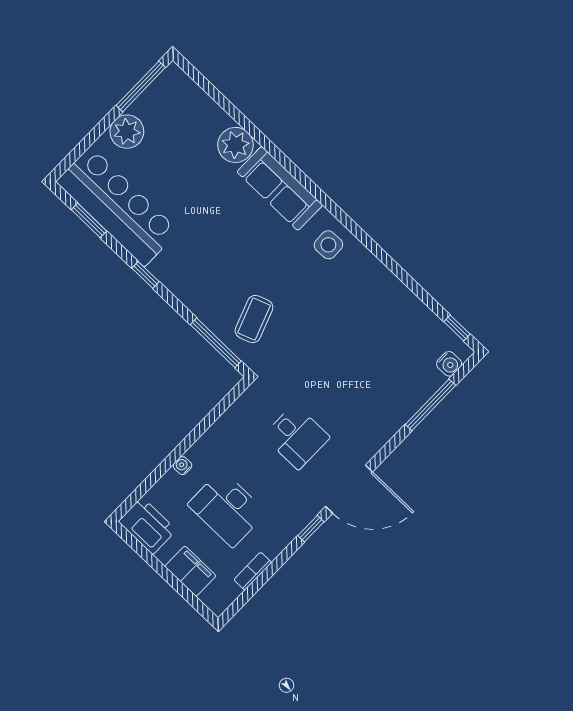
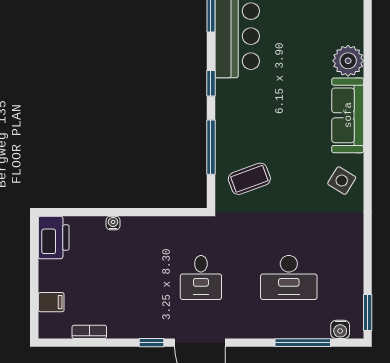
side table: (328, 245) -> (342, 181), turned 34
window: (457, 328) -> (368, 312), width x1.50
window: (216, 343) -> (211, 147), moved
desk: (227, 509) -> (289, 277), moved, turned -90
filing cabinet: (190, 571) -> (51, 302), width x0.50

